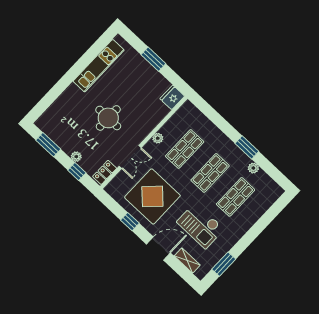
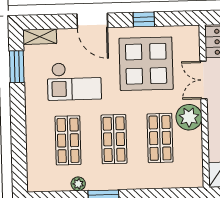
plant: (158, 138) -> (189, 117), width x1.88, depth x1.88
checkout: (200, 225) -> (74, 81), turned 180
door: (158, 248) -> (92, 21), hinge flipped
shelving: (187, 261) -> (40, 37), moved

